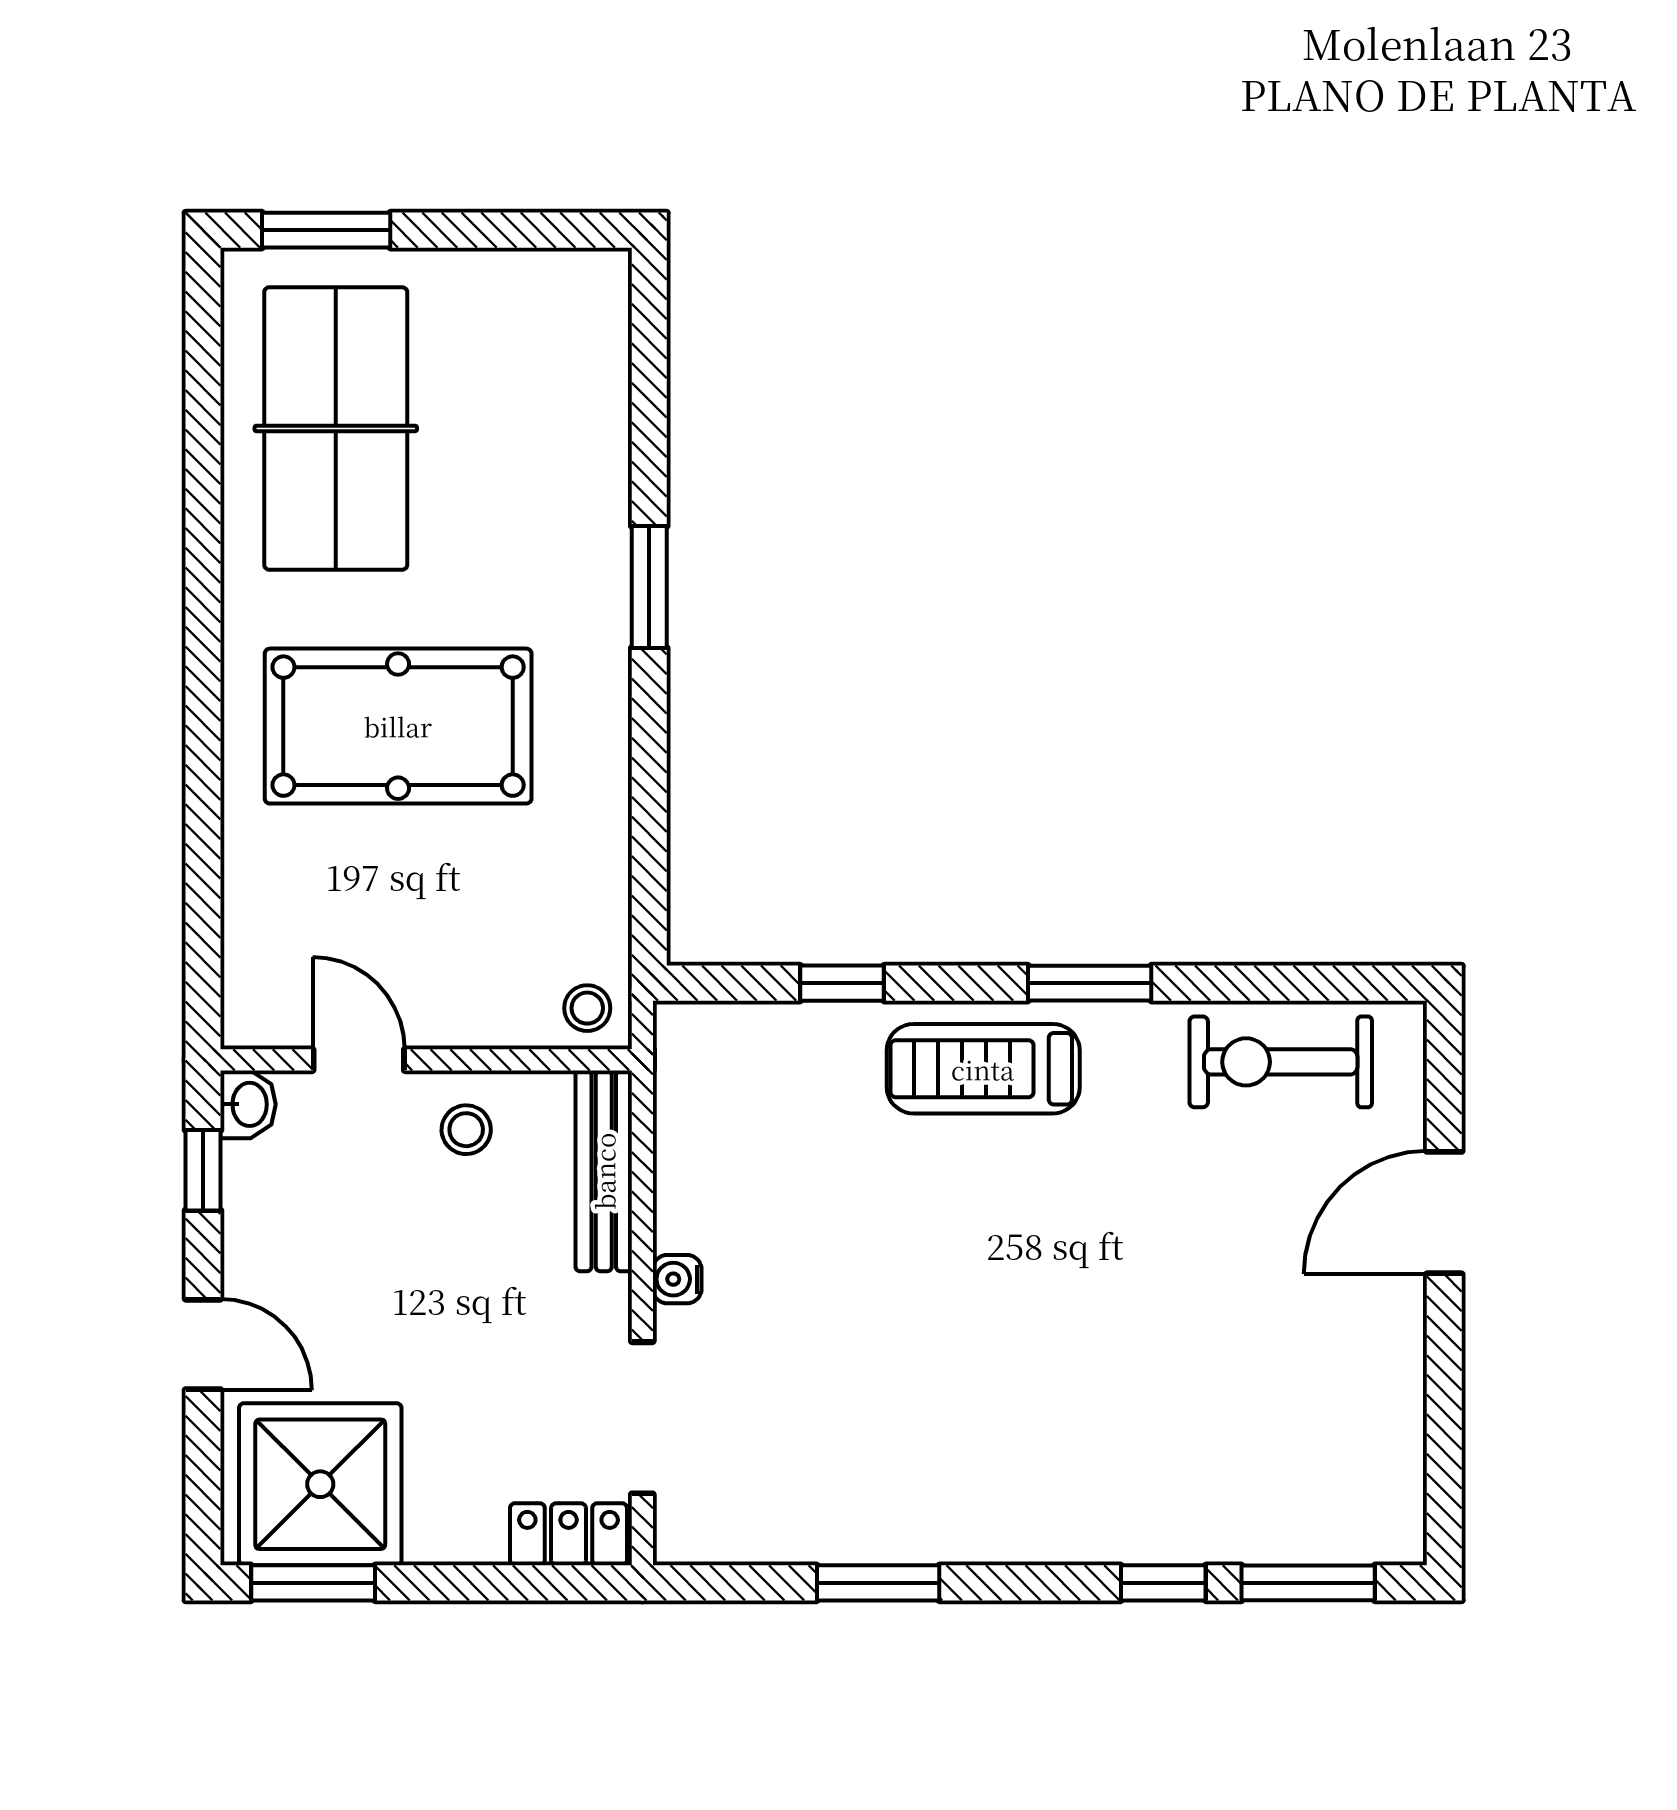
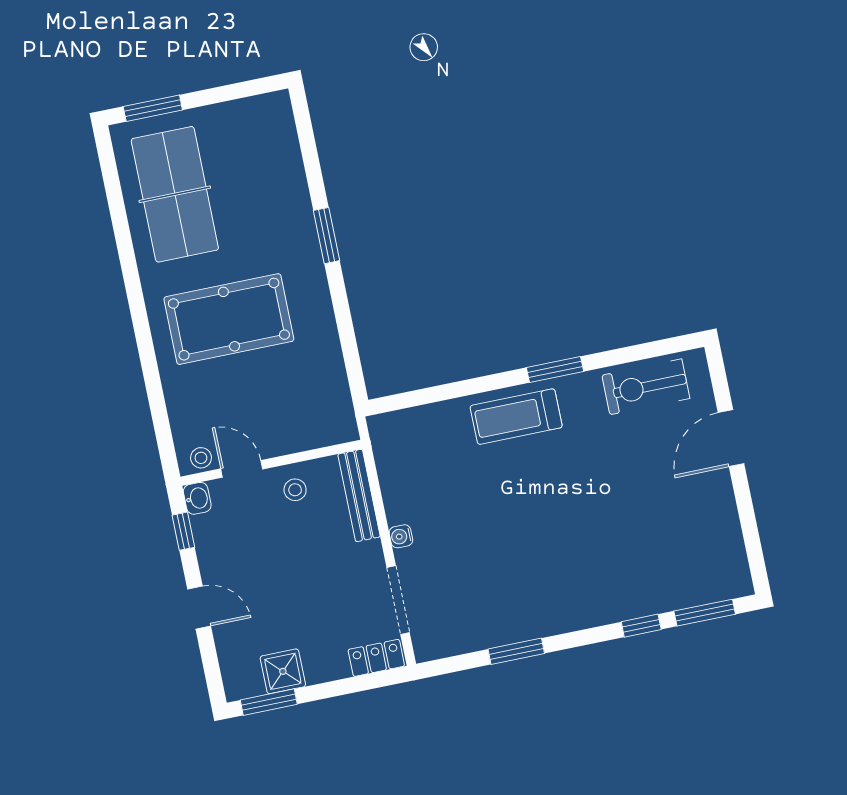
window: (842, 983) -> (447, 392), removed
stool: (587, 1008) -> (201, 458), moved
shower: (320, 1484) -> (283, 671), width x0.54, depth x0.54

